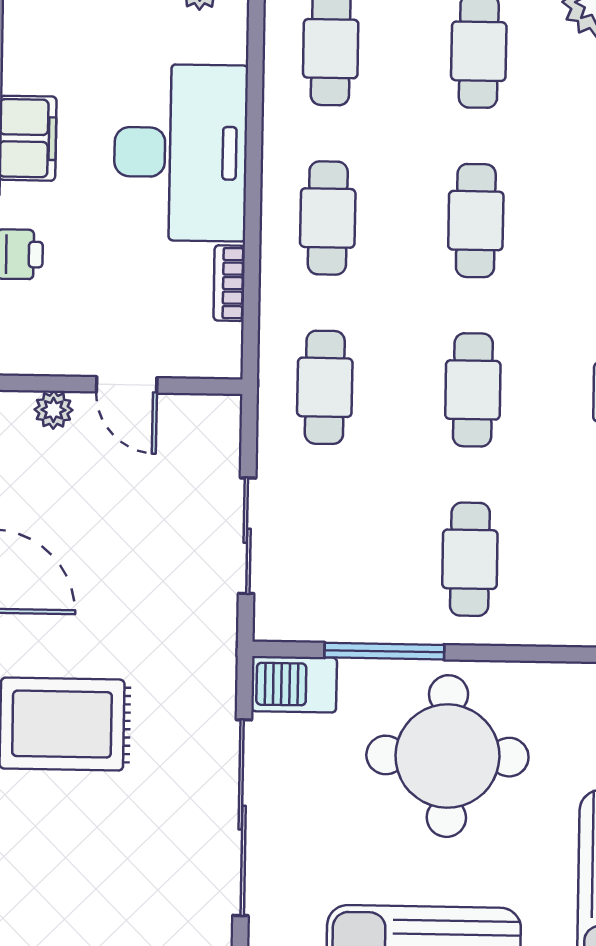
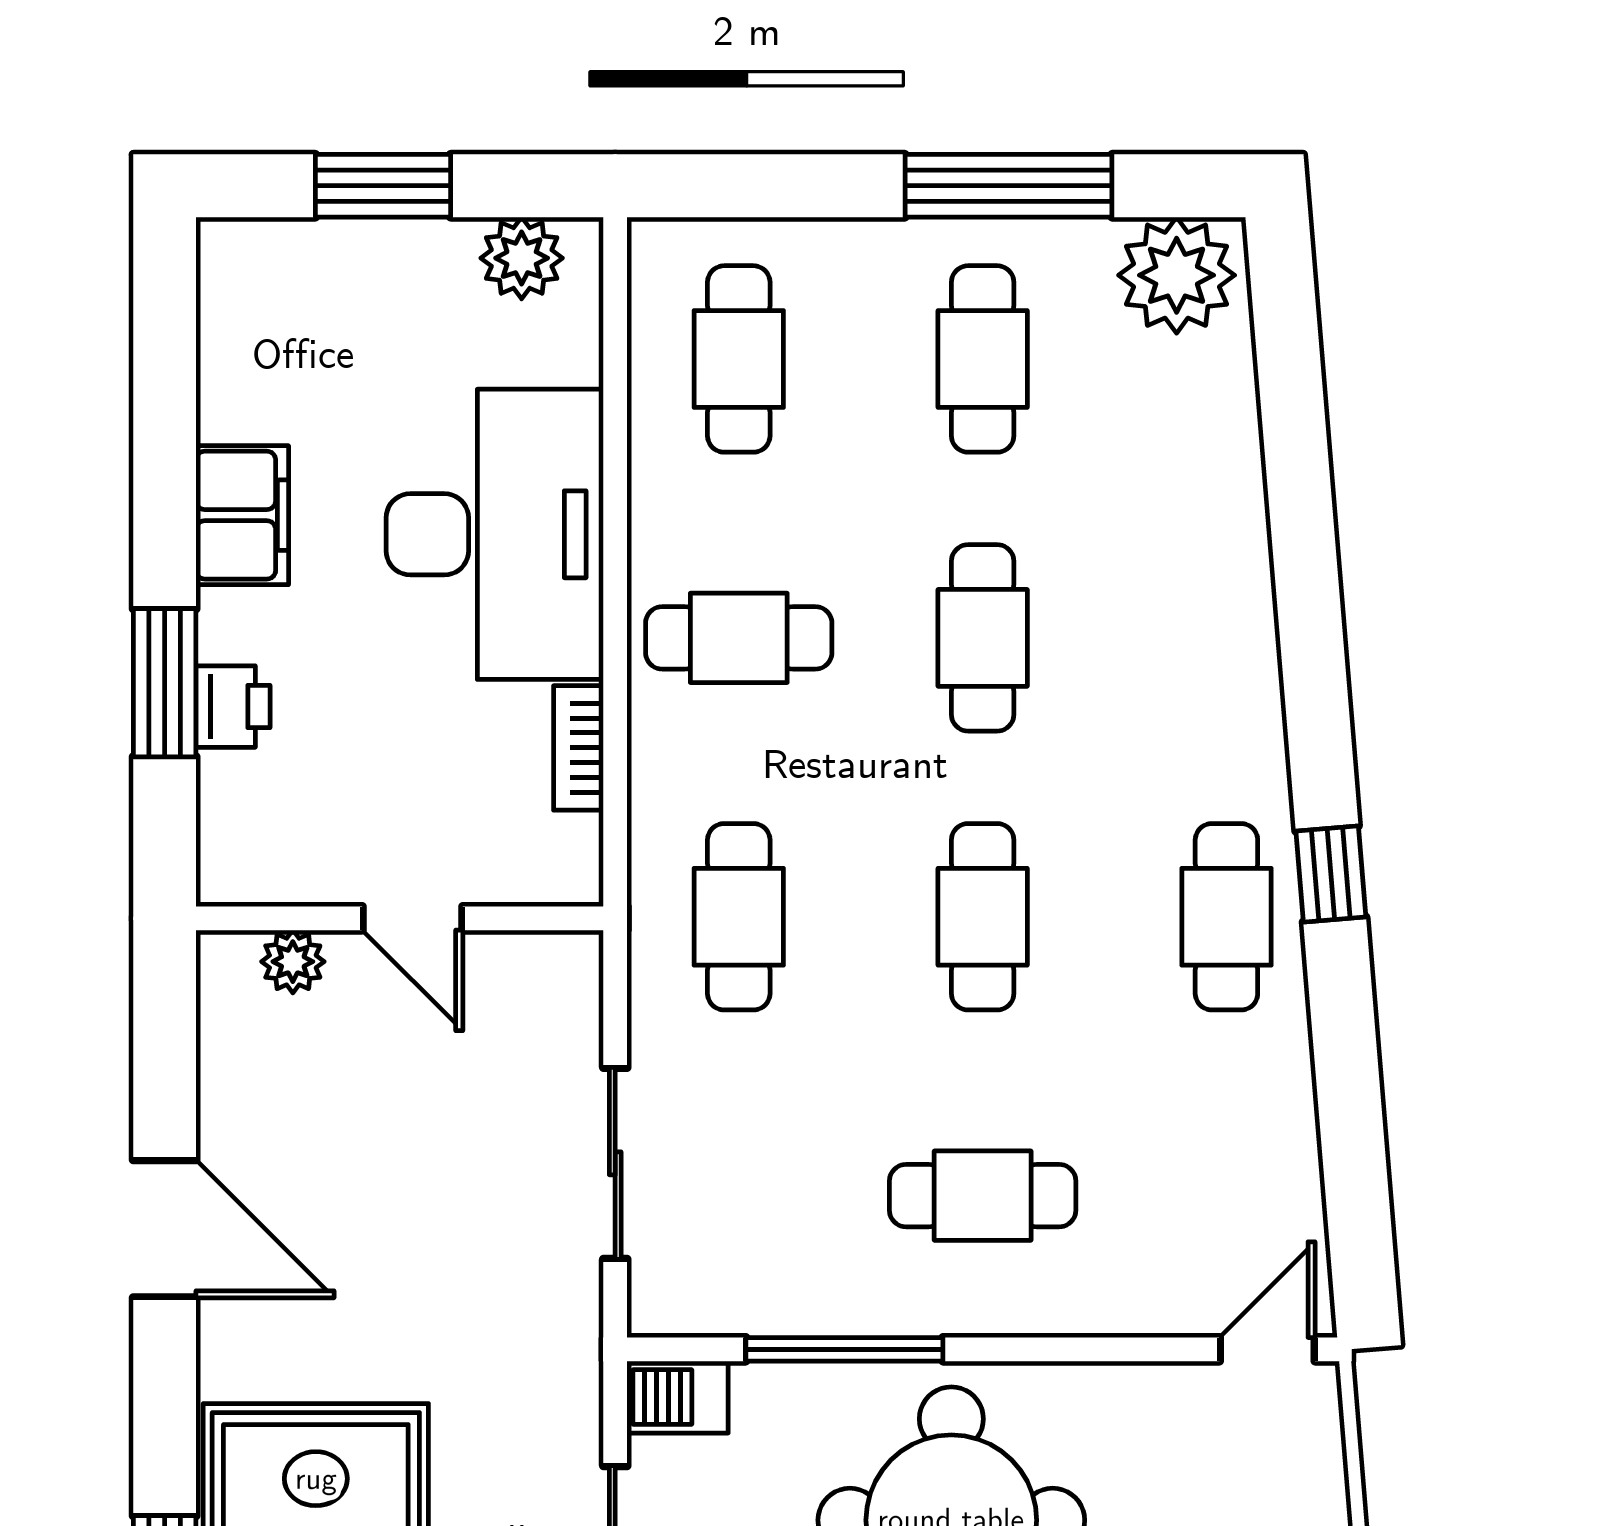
cafe table: (328, 218) -> (739, 638), turned 90
cafe table: (470, 559) -> (983, 1196), turned 90
barbecue: (294, 684) -> (678, 1397), width x0.73, depth x0.79

